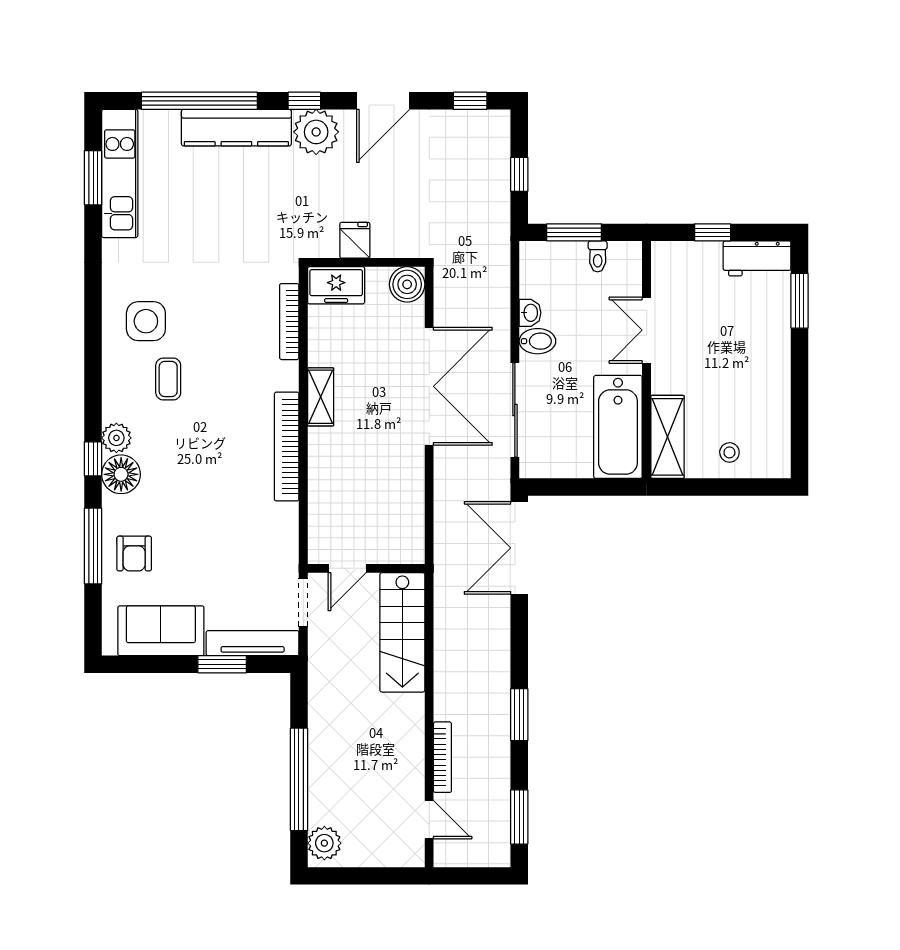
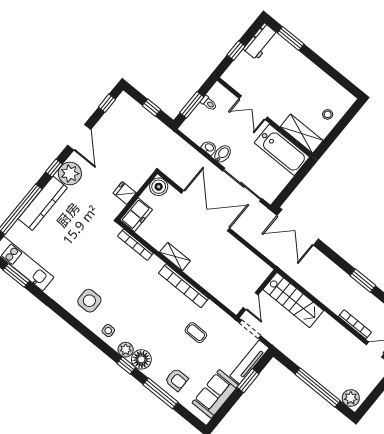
coffee table: (168, 379) -> (196, 333), moved
side table: (124, 388) -> (108, 331), added

